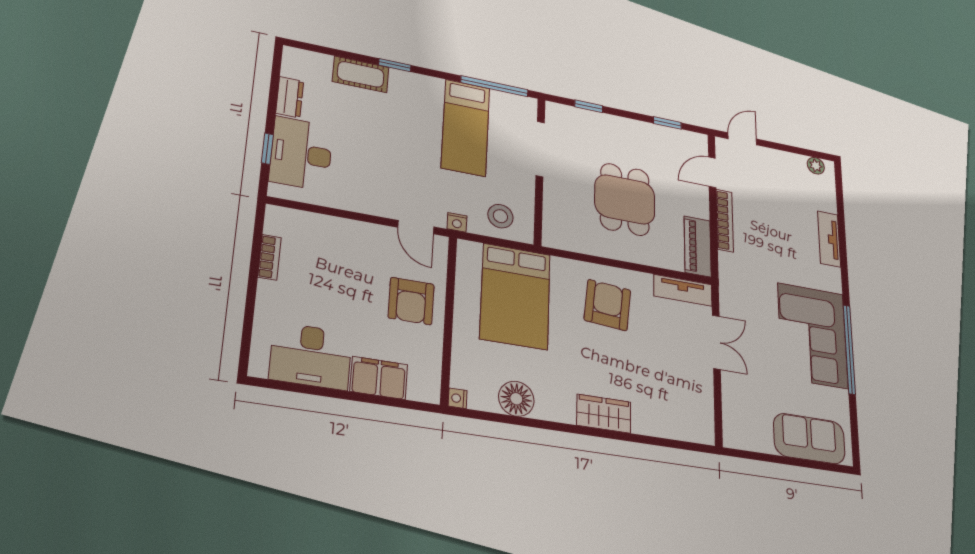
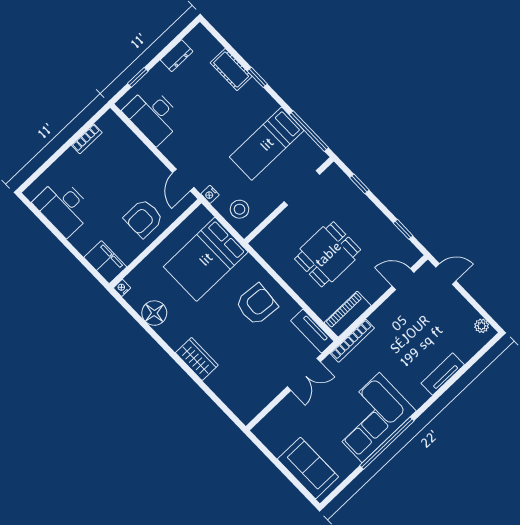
desk: (301, 154) -> (153, 115), moved, turned -90
bookcase: (725, 221) -> (352, 341), moved
filing cabinet: (379, 378) -> (105, 262), moved

